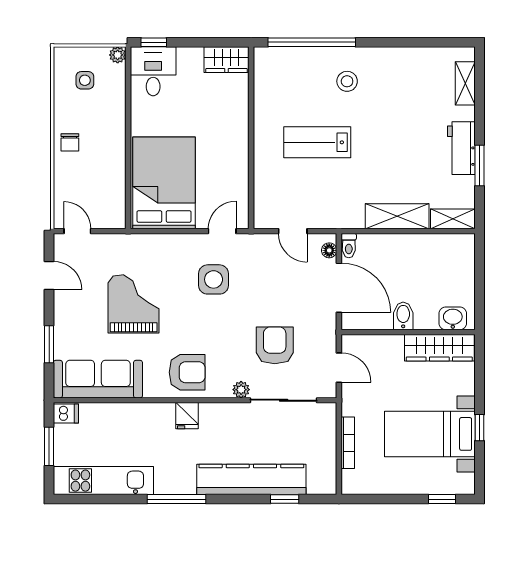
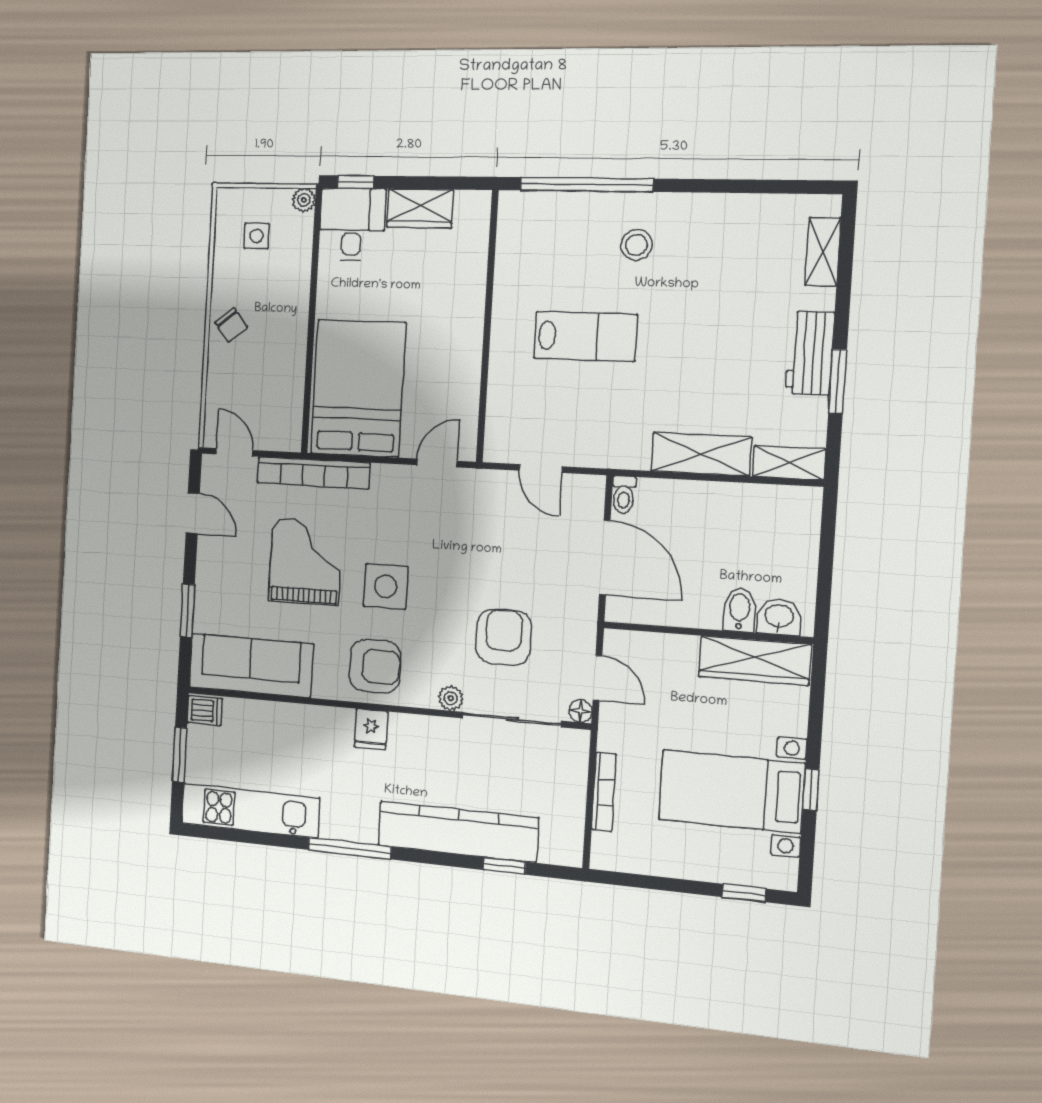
wardrobe: (226, 60) -> (420, 209), moved
chair: (70, 142) -> (231, 325), turned -39
lab bench: (317, 142) -> (585, 336), turned 180
bookcase: (136, 242) -> (313, 473), added
floor lamp: (329, 250) -> (581, 711), moved
side table: (214, 279) -> (386, 586), moved
bidet: (403, 316) -> (739, 610), moved

